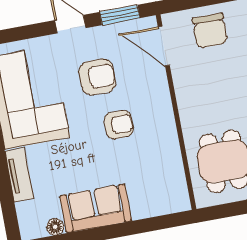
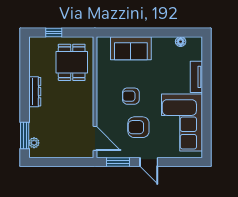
chair: (210, 31) -> (65, 142), removed
sofa: (96, 208) -> (131, 48), moved

